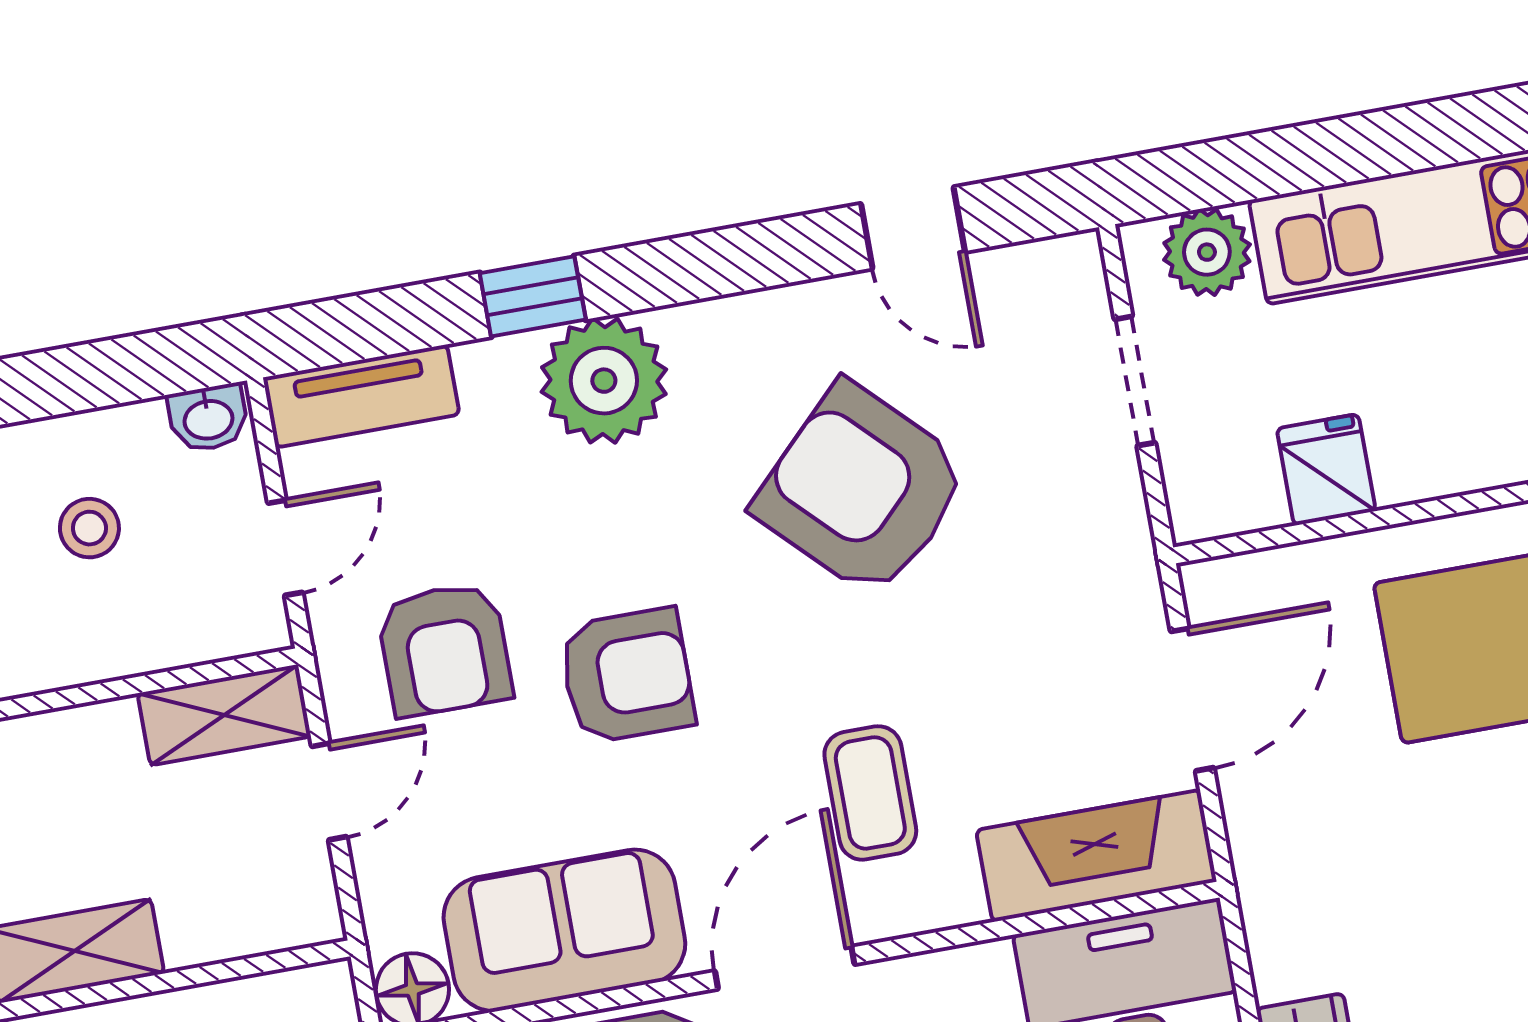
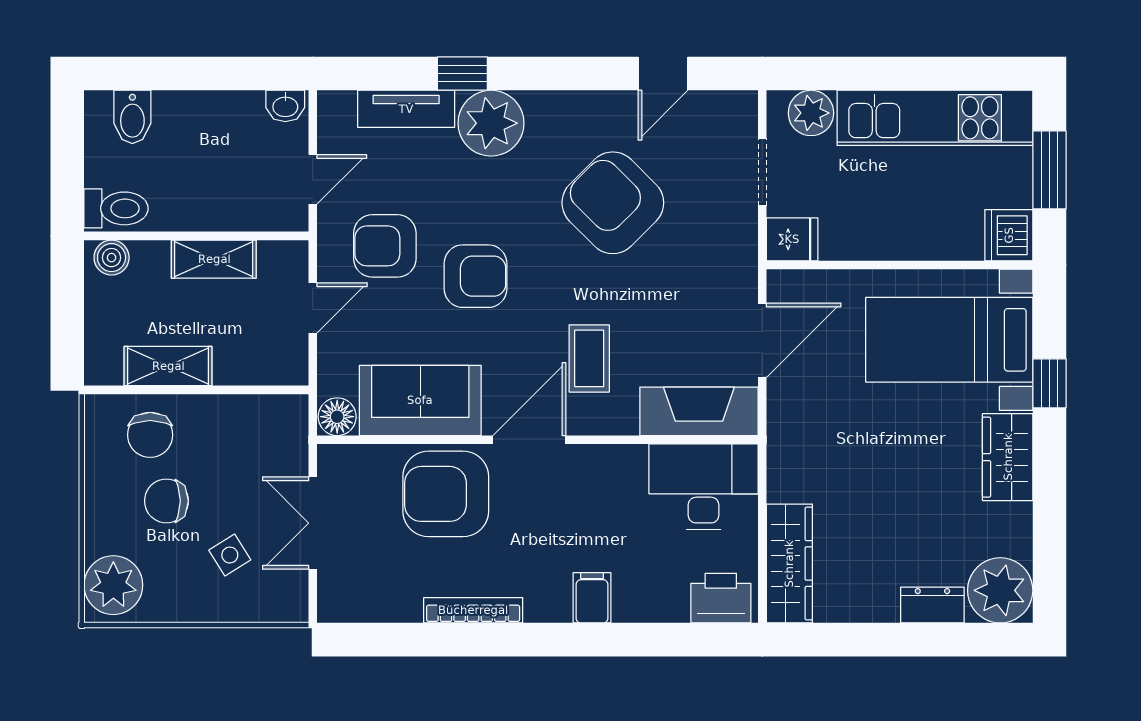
door: (913, 228) -> (663, 74), hinge flipped
tv unit: (361, 396) -> (406, 109), moved
fridge: (1326, 470) -> (792, 239), moved, turned 90
stool: (89, 528) -> (215, 151), removed
armchair: (445, 649) -> (385, 246), turned 90
shelving: (224, 715) -> (214, 259), moved

